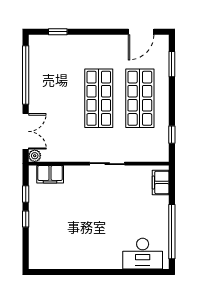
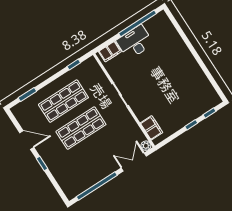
window: (58, 32) -> (42, 164), moved
door: (141, 32) -> (27, 140), moved
window: (26, 194) -> (210, 113), moved
desk: (143, 254) -> (135, 42), moved, turned -90

